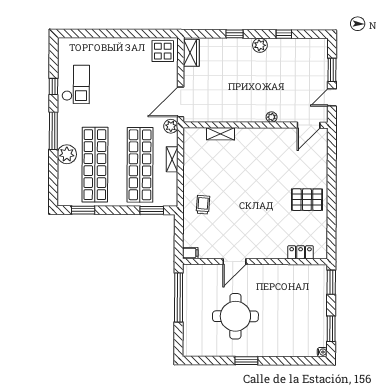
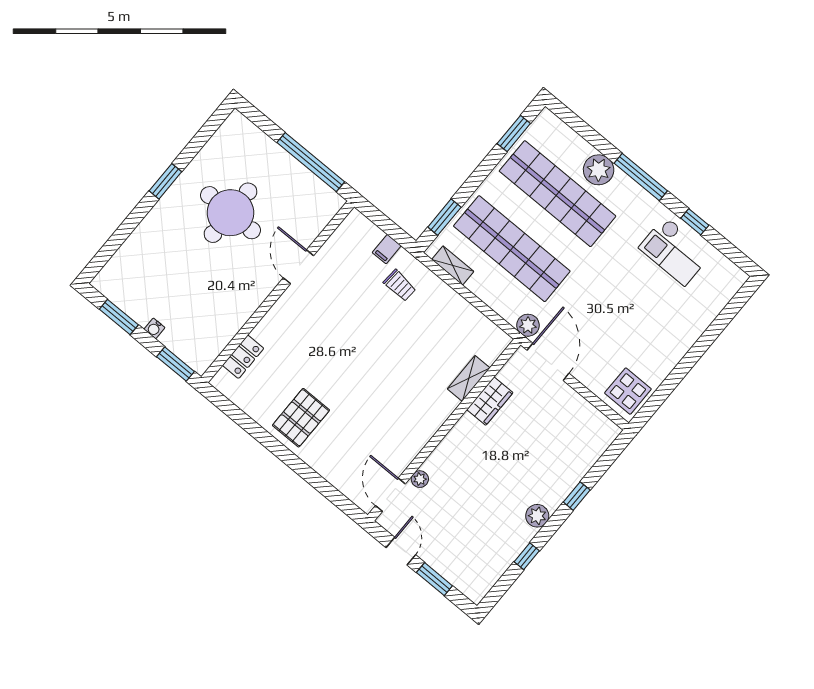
wardrobe: (191, 53) -> (490, 401), moved, turned -90
plant: (272, 117) -> (420, 479), moved
shelving: (172, 159) -> (453, 265), moved
filing cabinet: (190, 253) -> (387, 249), moved
water cooler: (322, 352) -> (154, 328), moved

